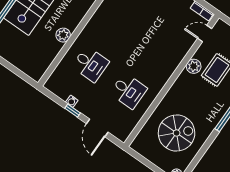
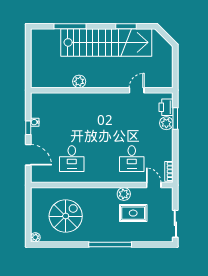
desk: (90, 64) -> (132, 159), moved
door: (97, 128) -> (28, 155), swing flipped
spiral stairs: (177, 133) -> (66, 216), turned -90

